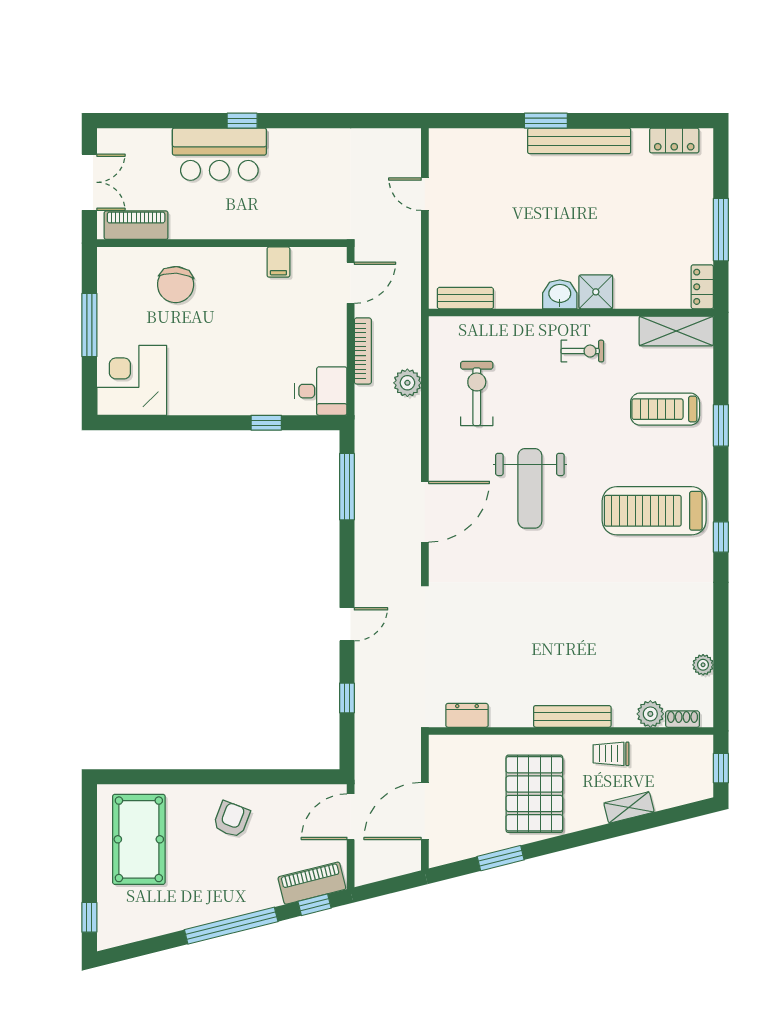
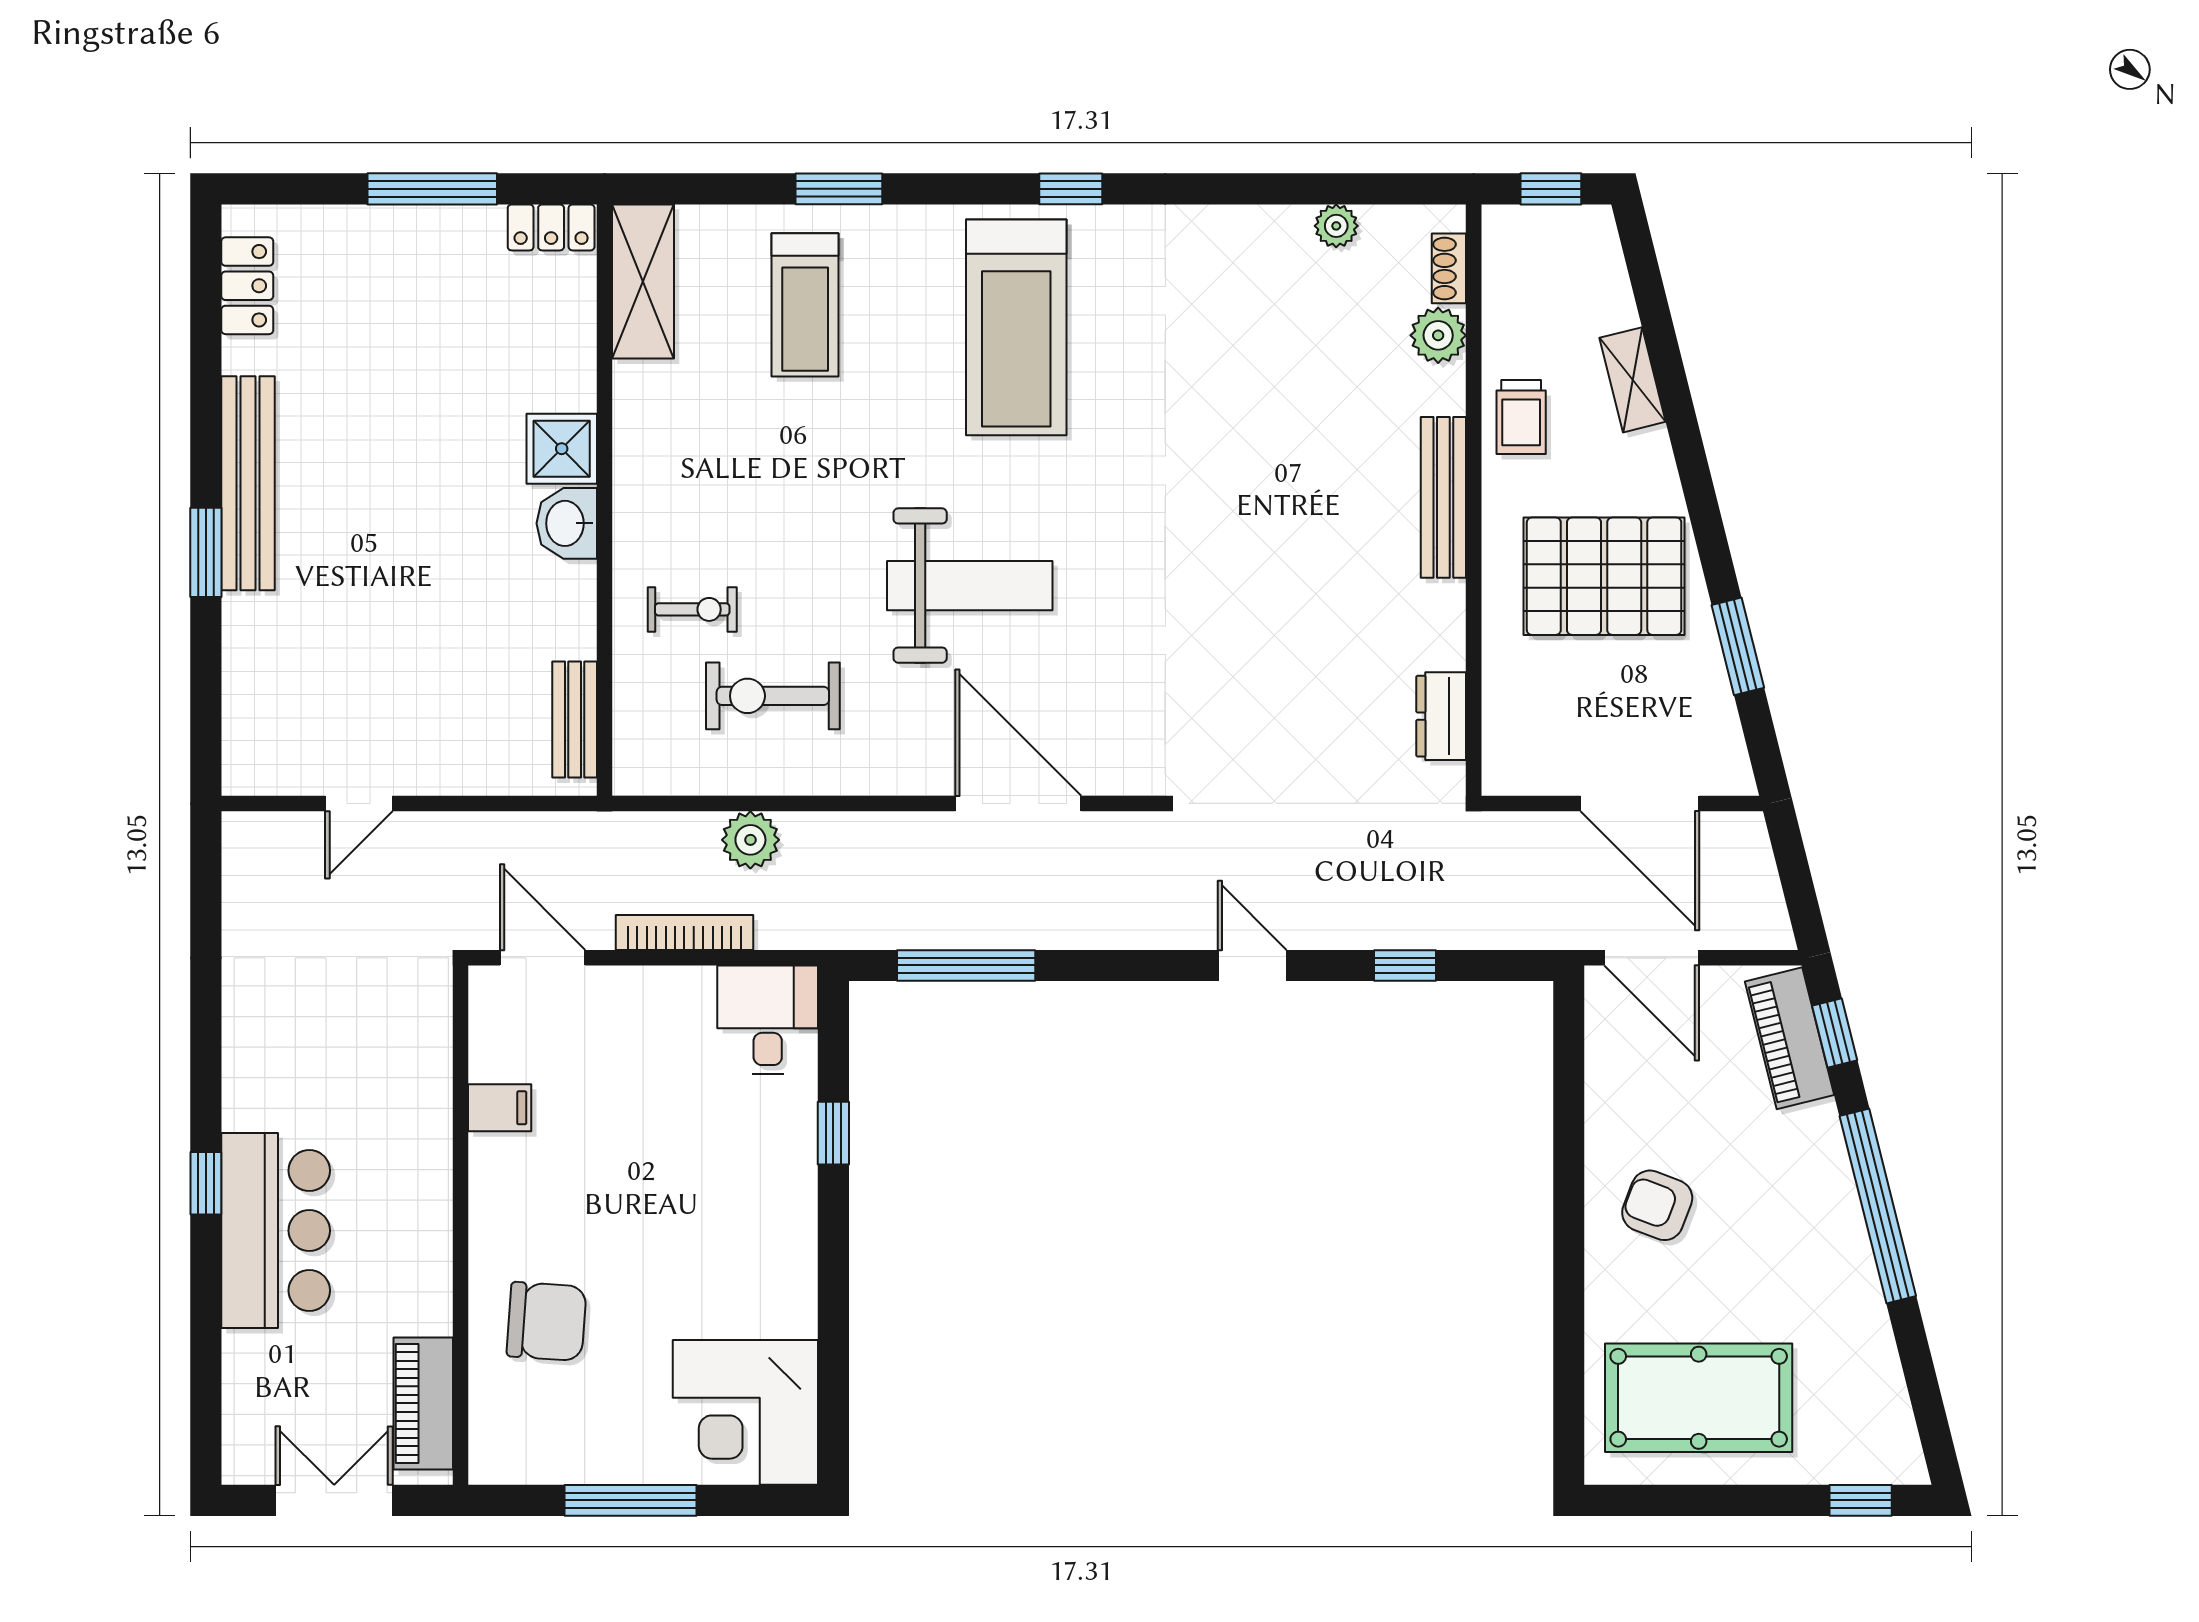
exercise bike: (582, 351) -> (692, 609), moved, turned 90

